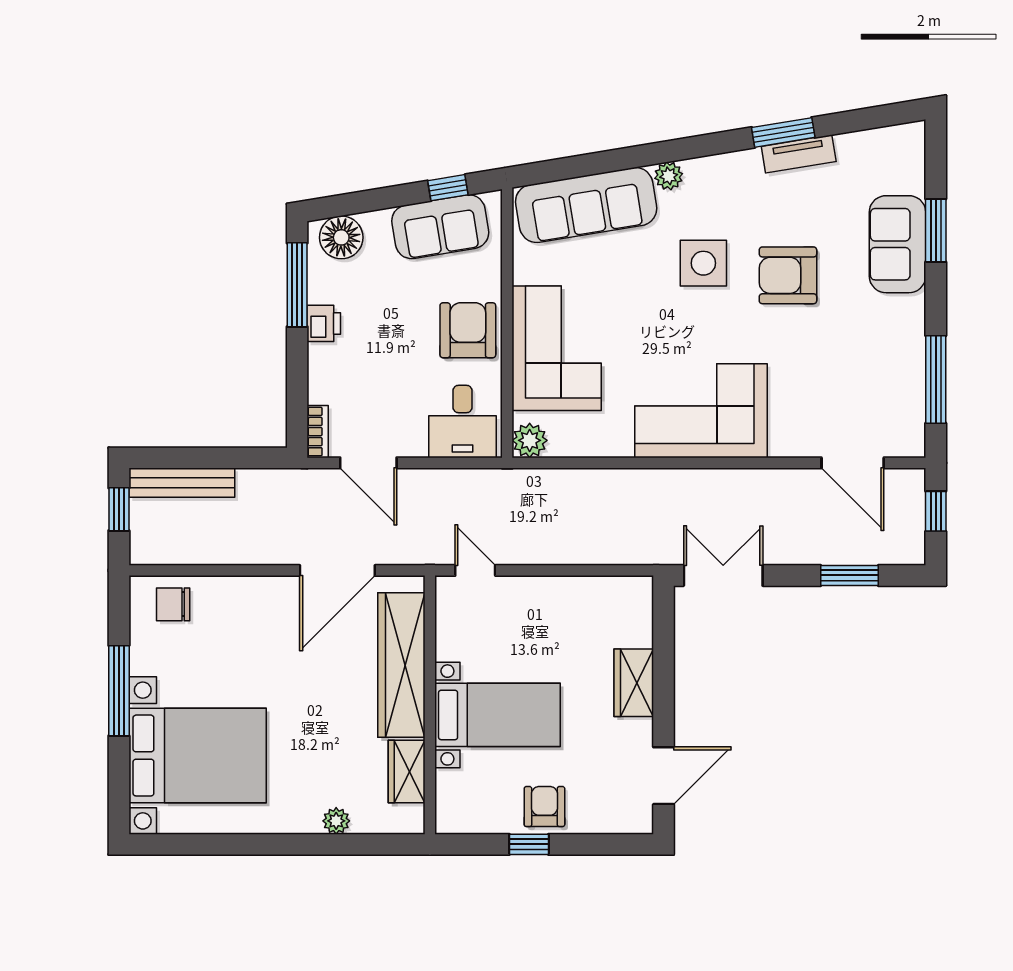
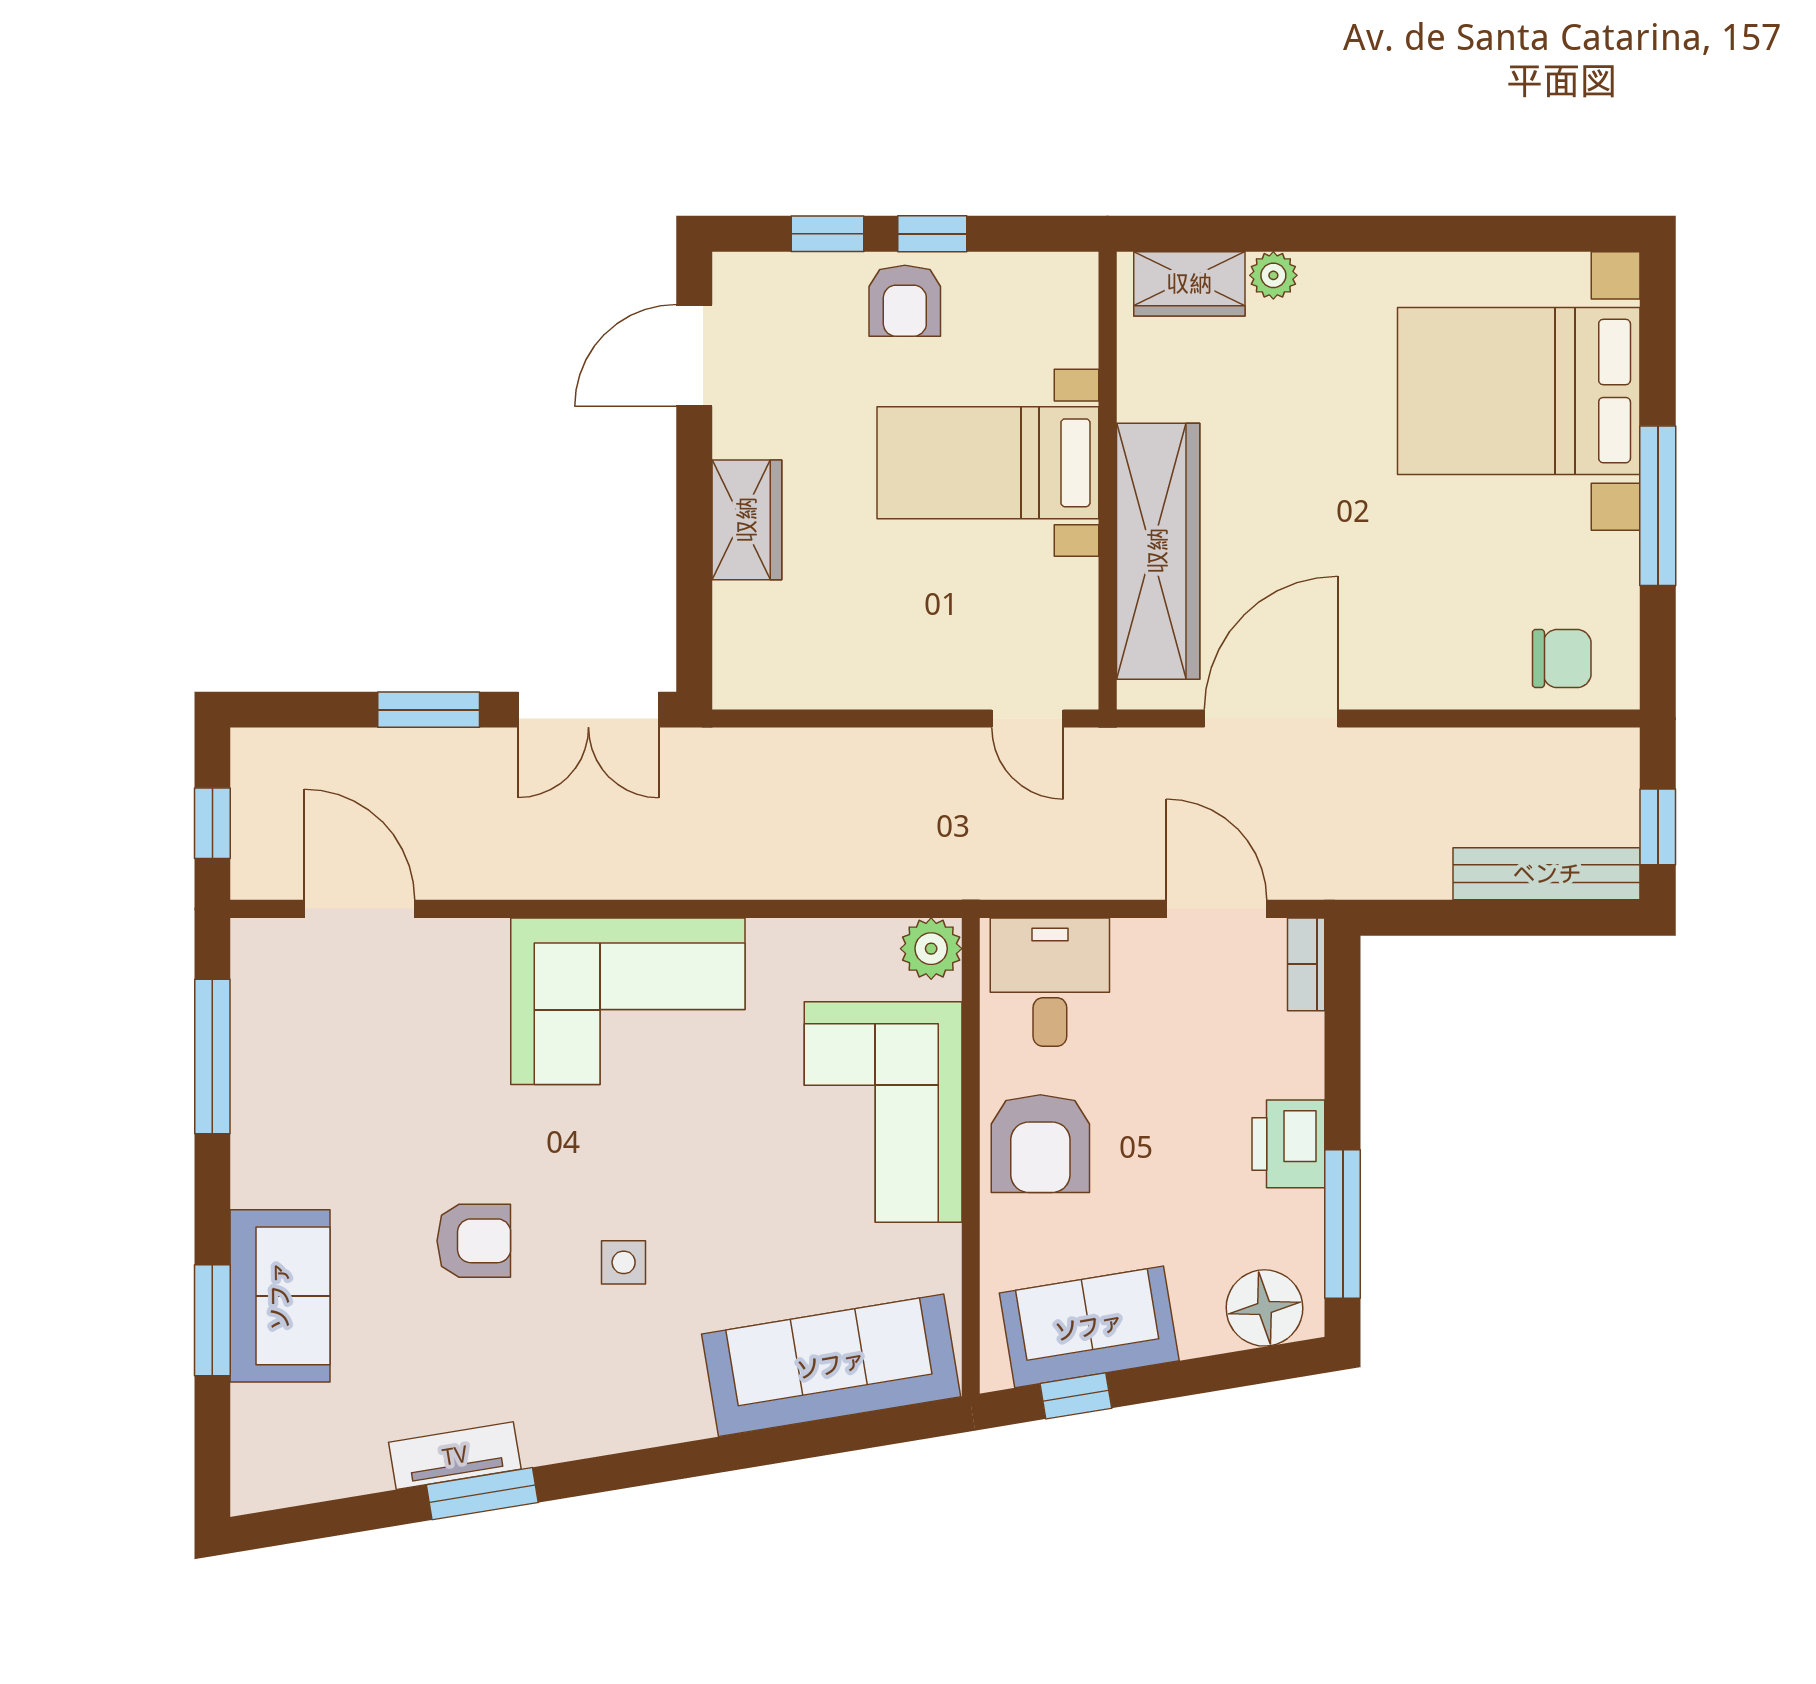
plant: (669, 176) -> (685, 1417), removed
side table: (703, 263) -> (624, 1262), width x0.54, depth x0.54
armchair: (788, 275) -> (474, 1241), width x0.72, depth x0.72
printer: (324, 323) -> (1288, 1144), width x1.36, depth x1.24
window: (850, 575) -> (429, 710), moved
wardrobe: (407, 772) -> (1189, 284), moved, turned 90
window: (588, 844) -> (827, 234), added

